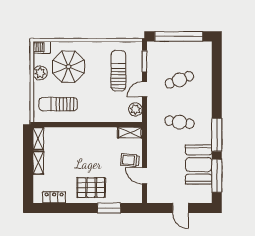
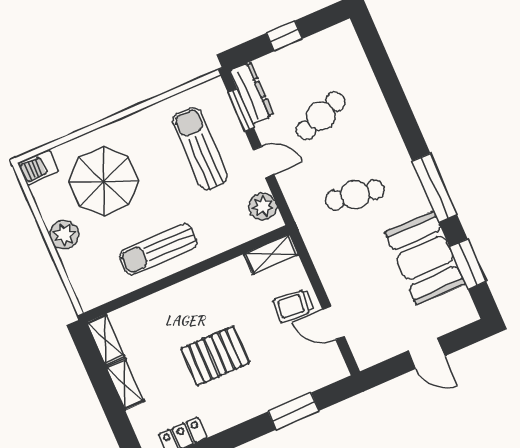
window: (179, 36) -> (284, 36), width x0.32
dresser: (153, 56) -> (251, 93), added
plant: (40, 73) -> (64, 235), moved
door: (145, 89) -> (264, 162), swing flipped
sun lounger: (58, 104) -> (158, 249), moved
window: (217, 176) -> (468, 264), width x0.69
pallet: (91, 188) -> (215, 356), moved

